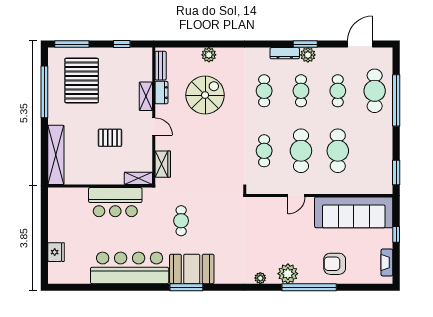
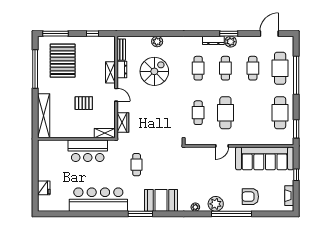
cafe table: (338, 151) -> (280, 113), moved
booth: (192, 269) -> (161, 200), moved

